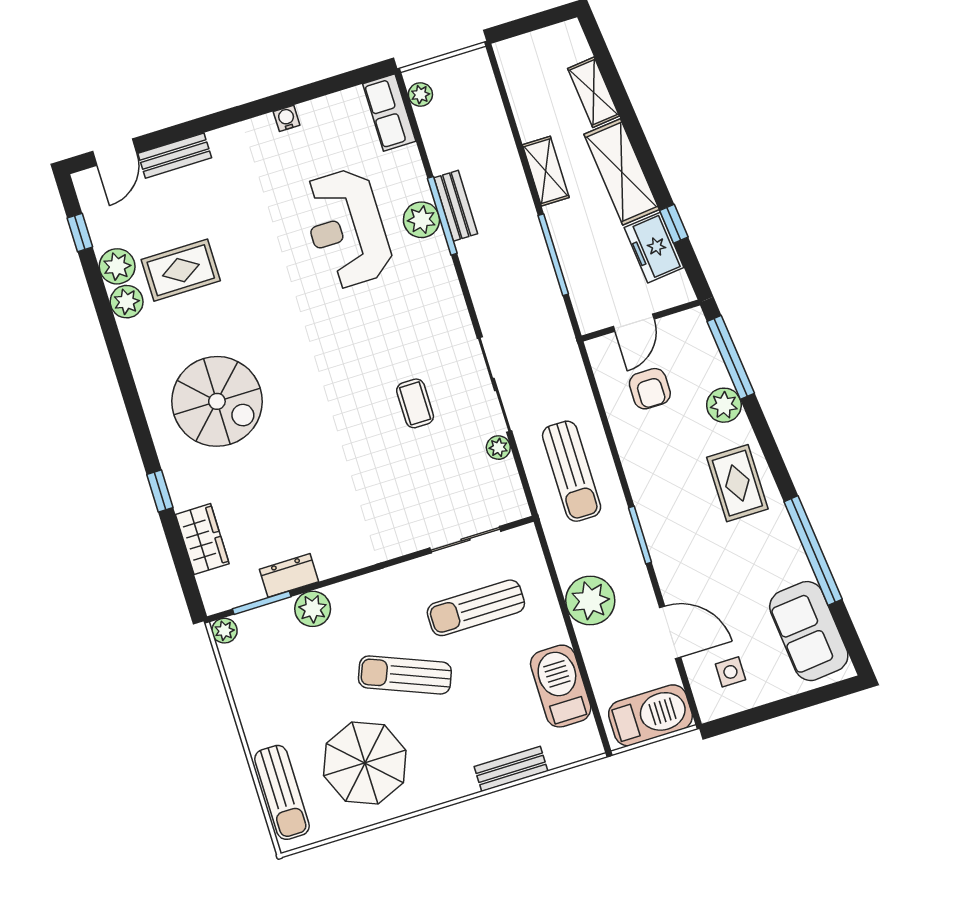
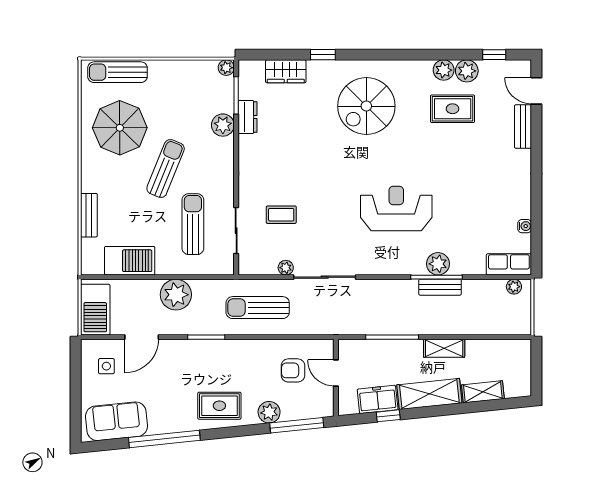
water cooler: (287, 118) -> (525, 226), moved
reception desk: (346, 228) -> (396, 209), moved
rug: (181, 270) -> (453, 109), turned 90
coffee table: (415, 403) -> (281, 215), moved

